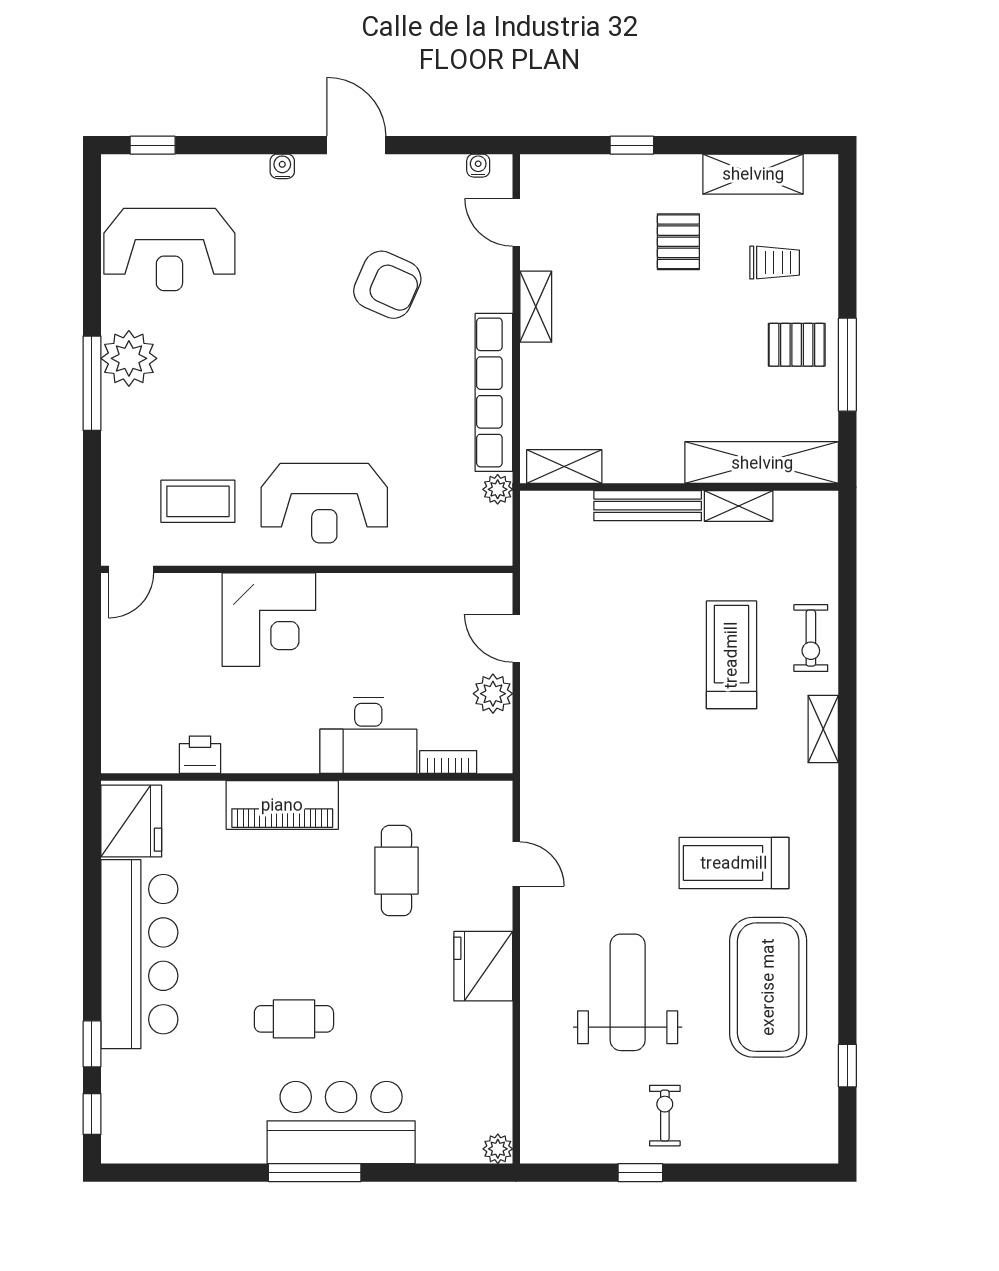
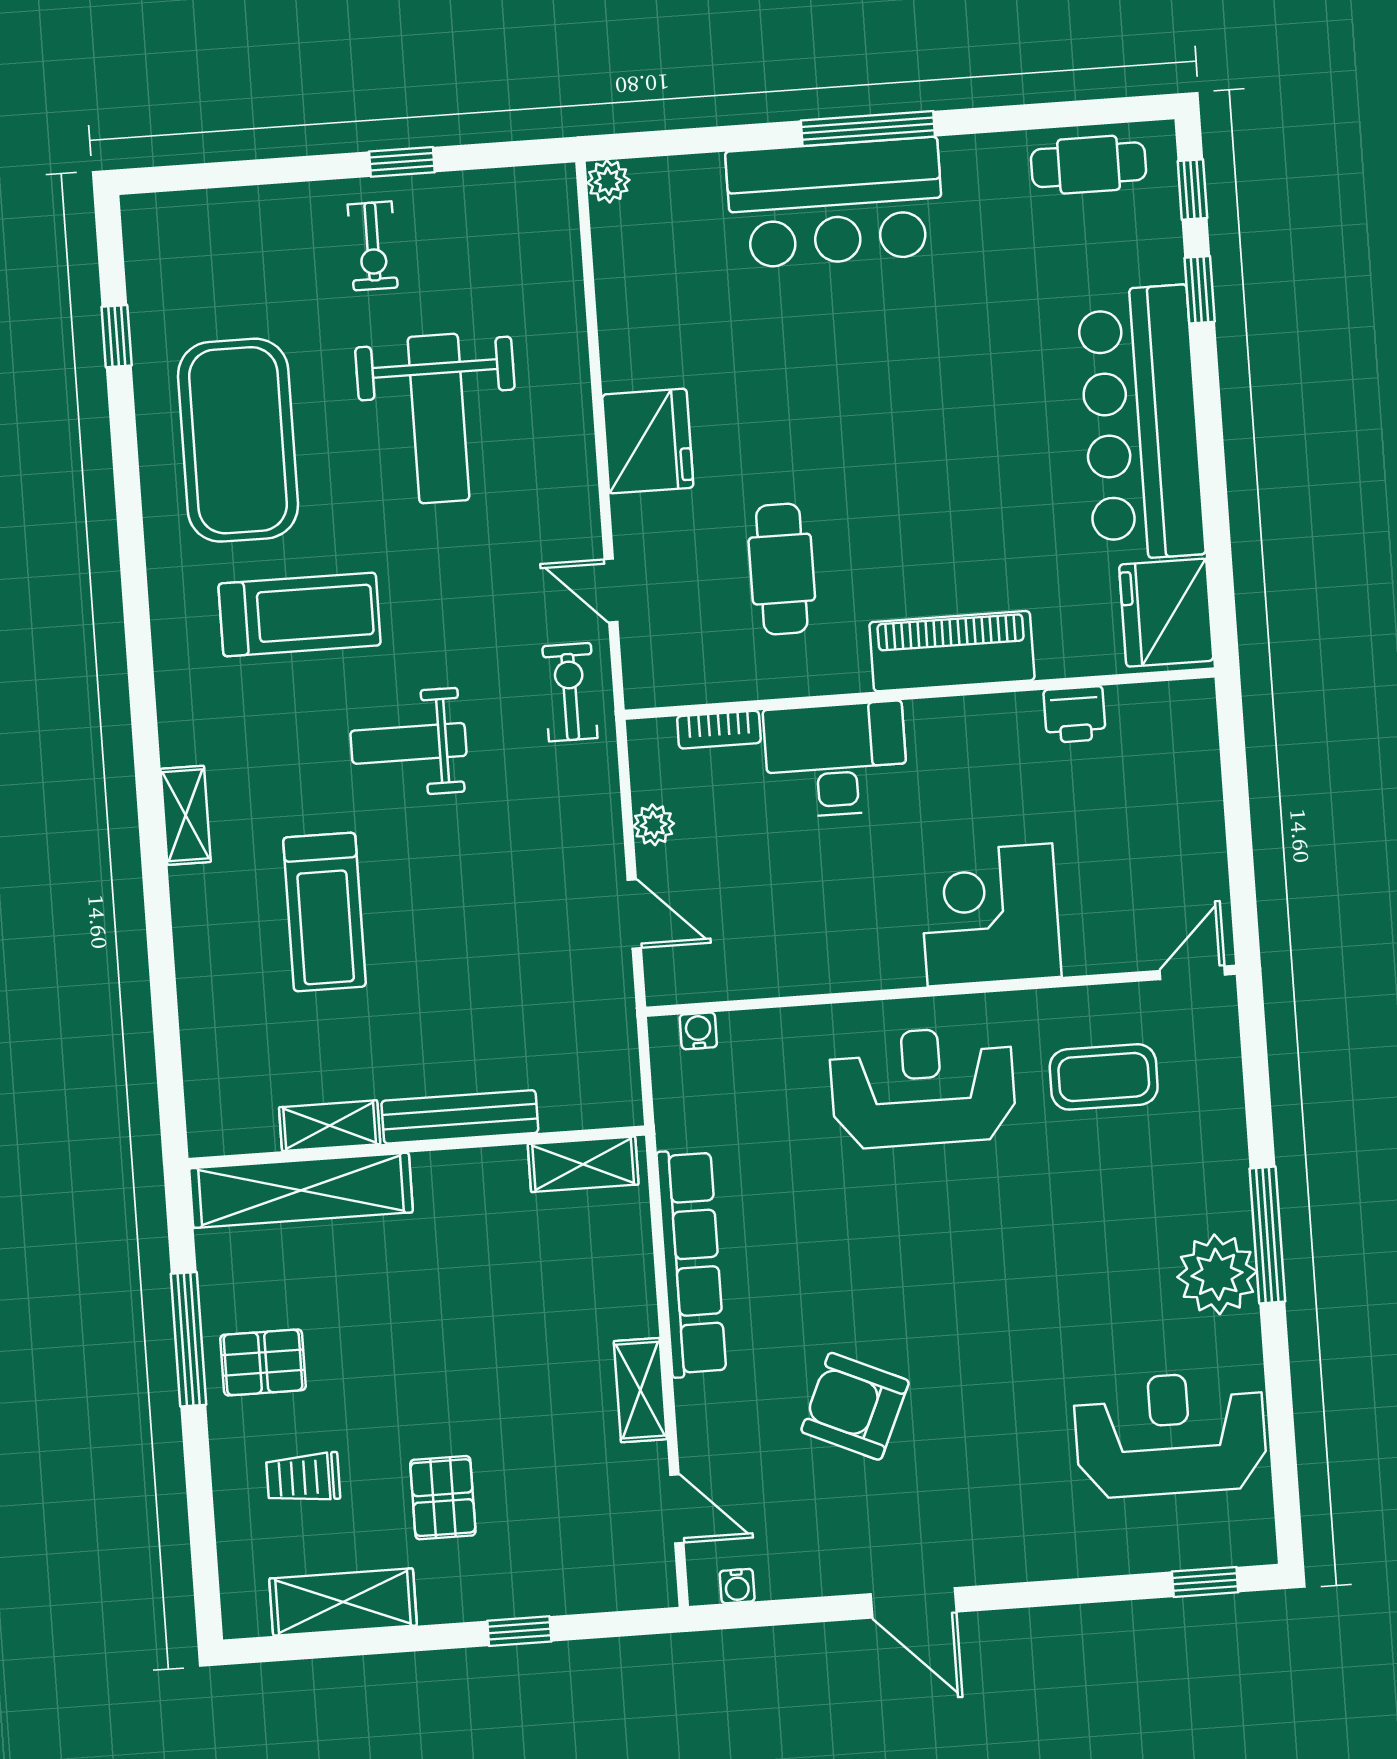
water cooler: (282, 166) -> (698, 1031), moved, turned 180
plant: (498, 489) -> (676, 1125), removed
exercise bike: (811, 638) -> (570, 692), moved
plant: (493, 694) -> (654, 825), width x0.73, depth x0.73
weight bench: (665, 768) -> (408, 743), added
cafe table: (294, 1019) -> (1089, 165), moved

